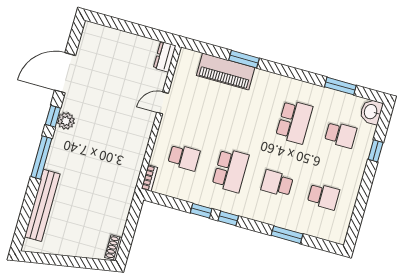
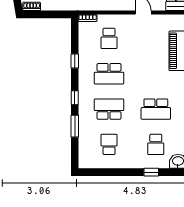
school desk: (277, 183) -> (109, 109), width x1.85
school desk: (324, 196) -> (109, 144), turned 180
window: (228, 218) -> (75, 98), moved

